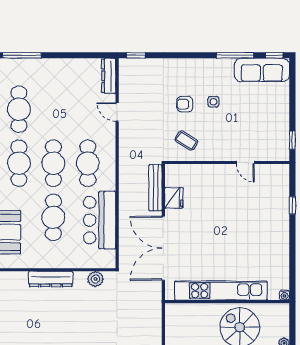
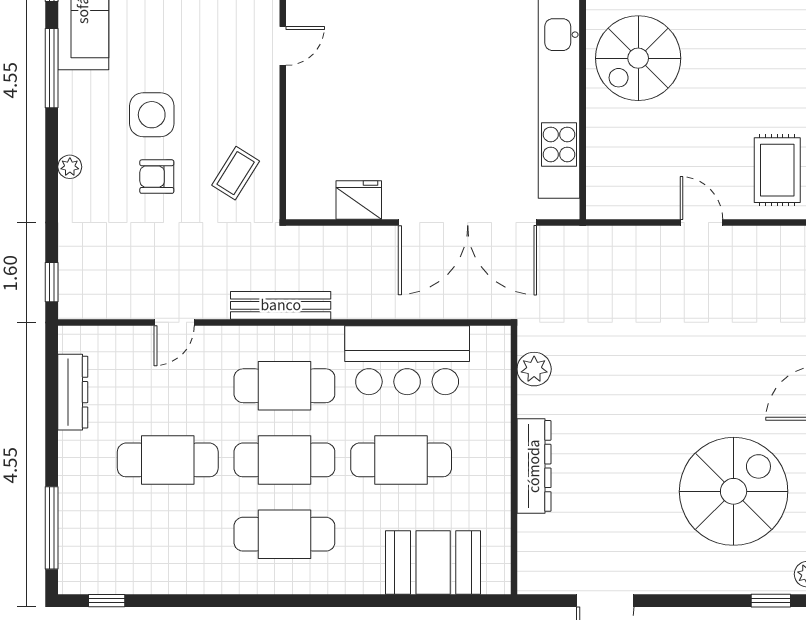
plant: (189, 64) -> (70, 167), added
dresser: (109, 76) -> (73, 392), moved, turned -90
side table: (213, 102) -> (152, 115), width x1.87, depth x1.87
armchair: (185, 104) -> (157, 177), turned 90
cafe table: (19, 109) -> (168, 460), moved
bench: (155, 188) -> (281, 305), moved

